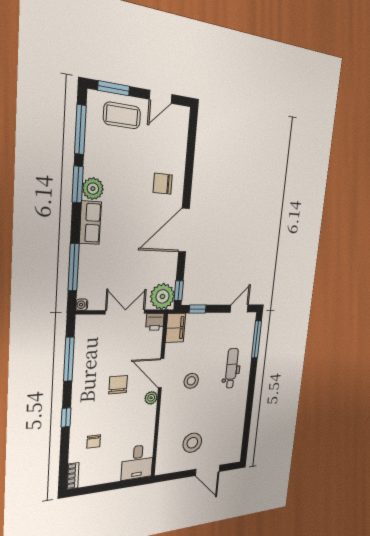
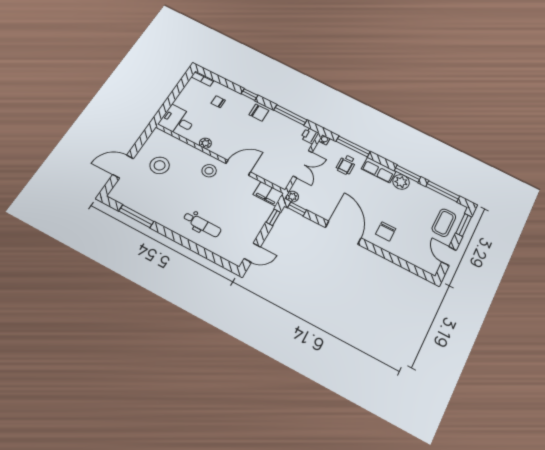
chair: (163, 184) -> (386, 231), turned 180
wheelchair: (102, 264) -> (346, 165), added
plant: (162, 296) -> (292, 197), width x0.53, depth x0.53
door: (239, 309) -> (252, 253), hinge flipped
printer: (155, 322) -> (310, 136), moved
window: (257, 339) -> (136, 216), moved
stool: (191, 381) -> (209, 171), moved
chair: (118, 385) -> (259, 113), moved
plant: (151, 398) -> (205, 143), moved

